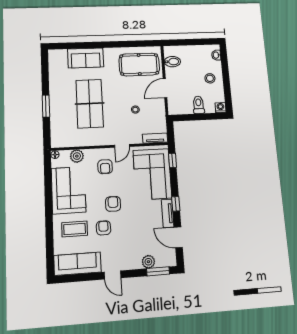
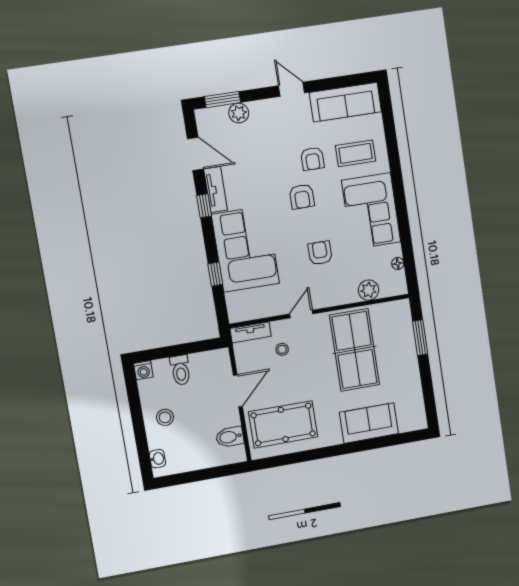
tv unit: (155, 138) -> (251, 332), moved
wall: (110, 146) -> (320, 311), moved
door: (122, 146) -> (301, 314), moved
plant: (77, 156) -> (369, 290), moved

